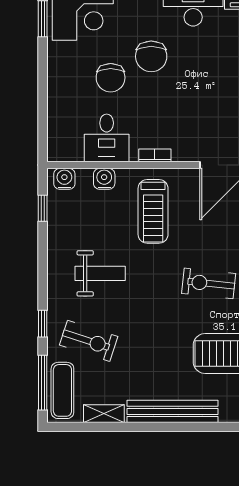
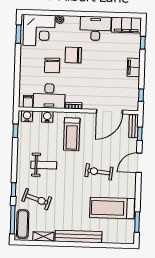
chair: (151, 56) -> (73, 55), turned 90
desk: (107, 138) -> (49, 96), width x1.37
filing cabinet: (66, 150) -> (28, 101), added

